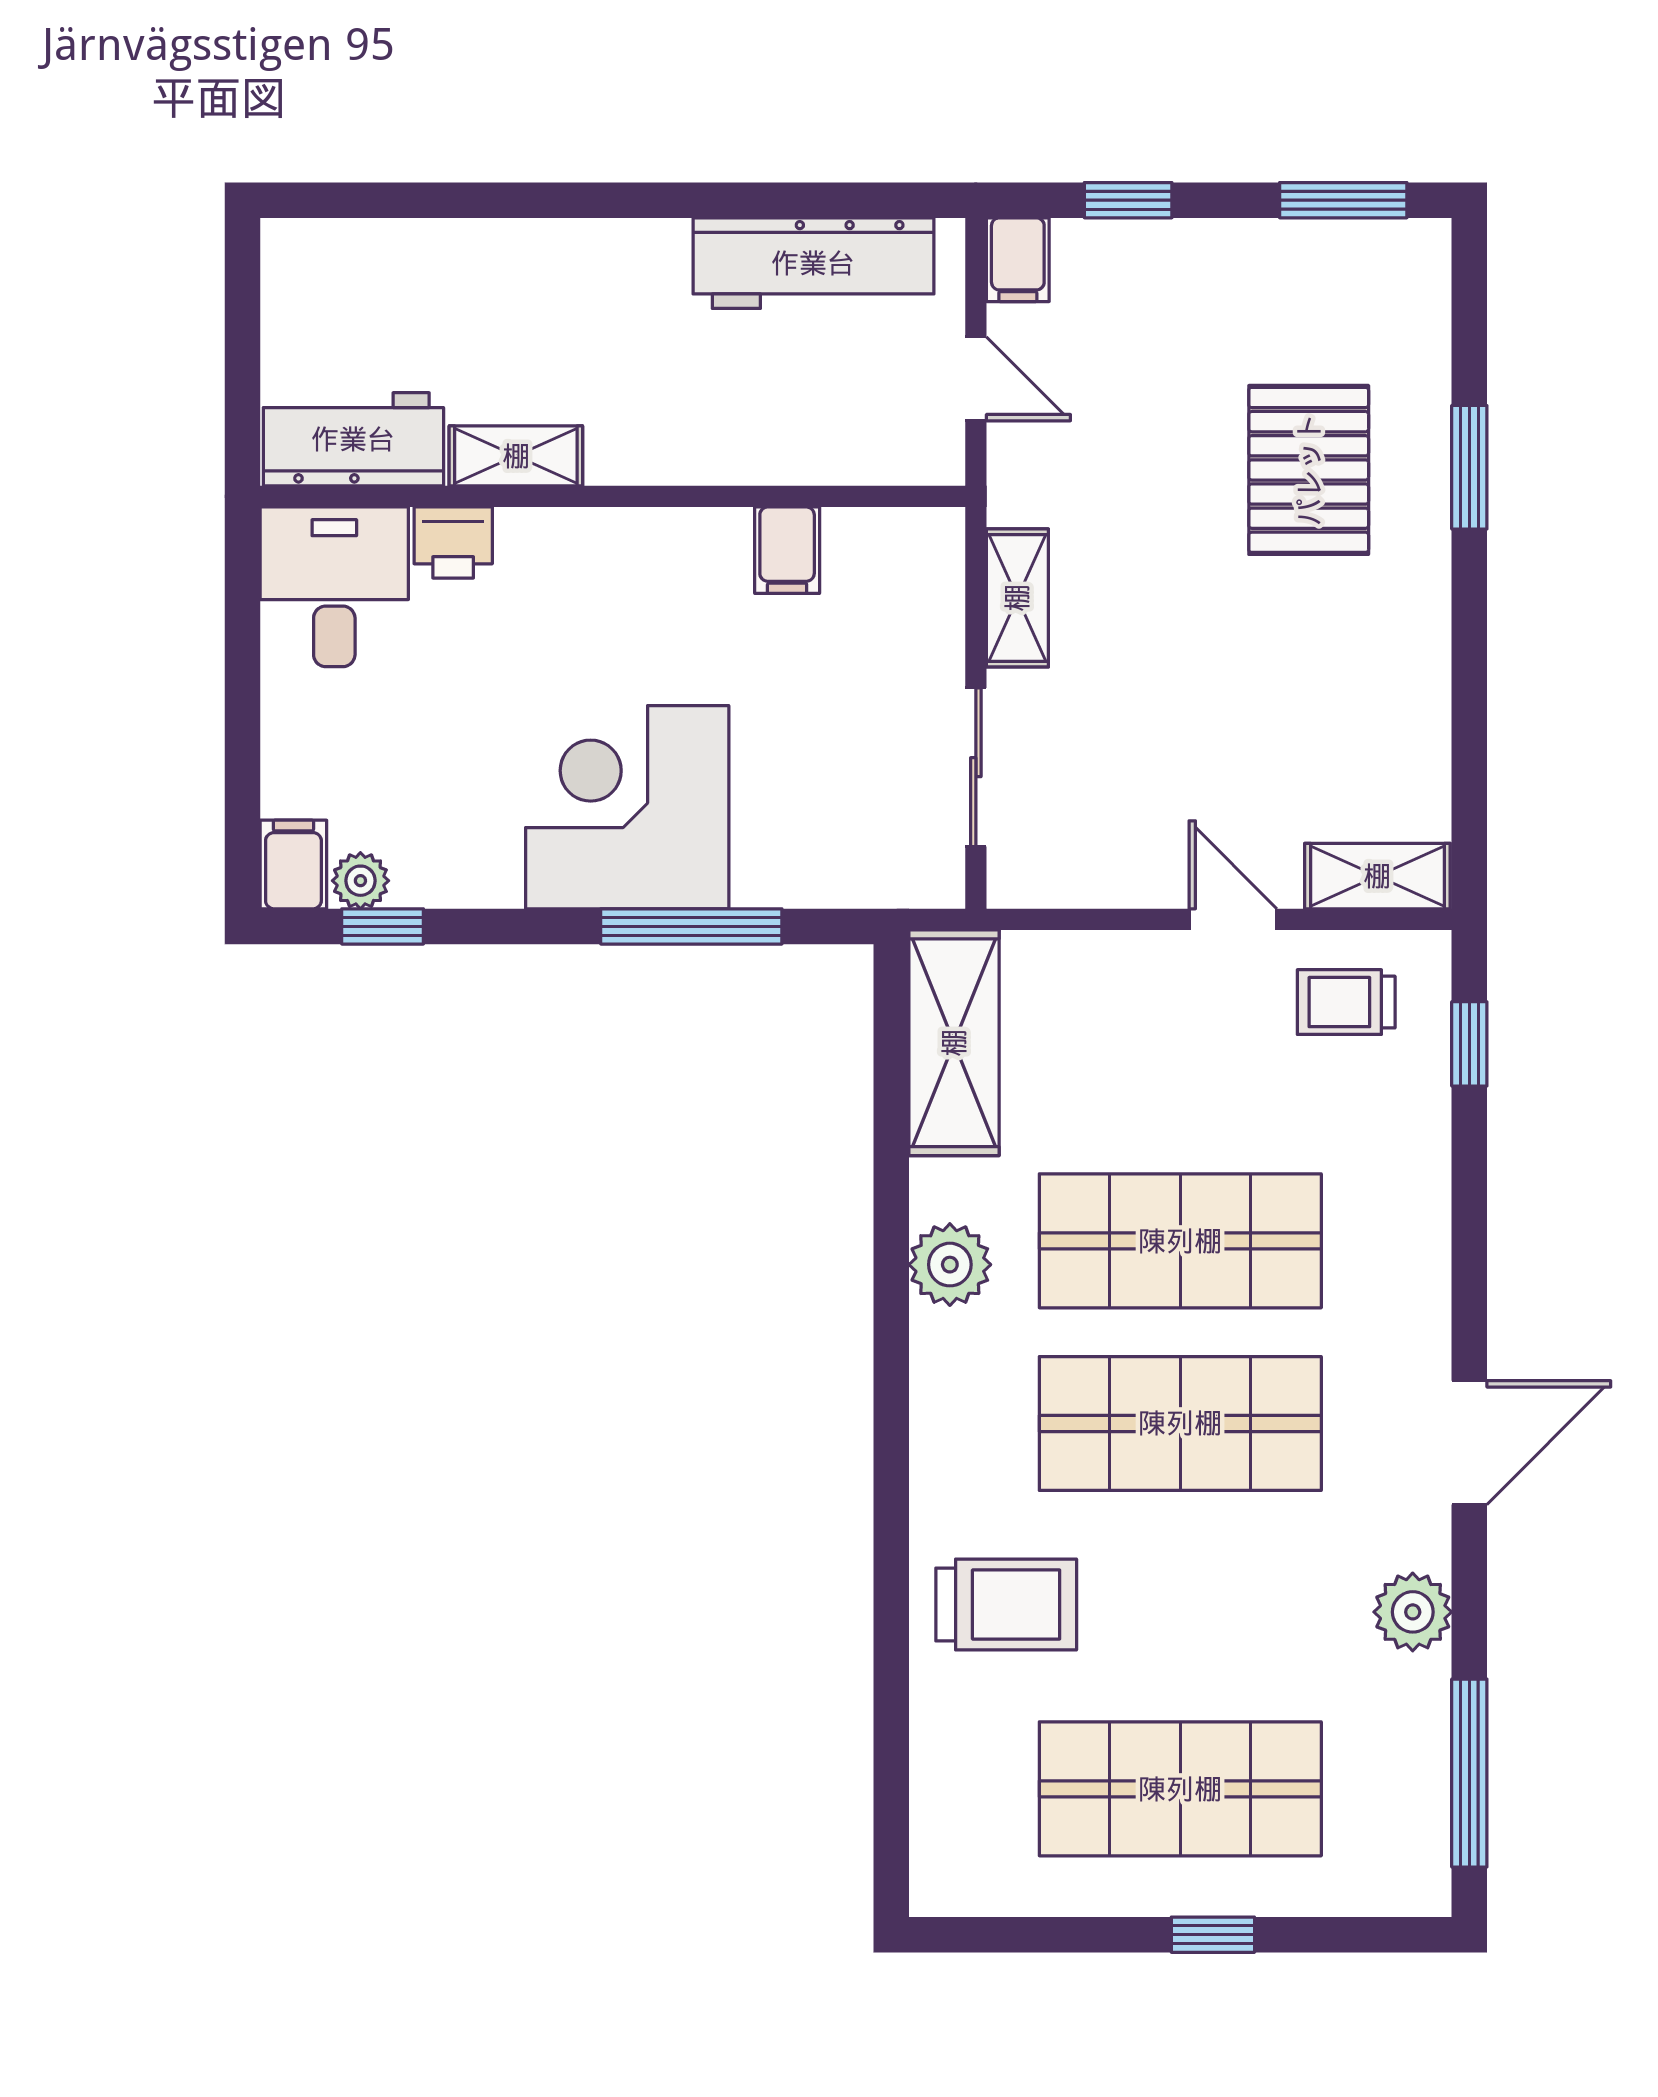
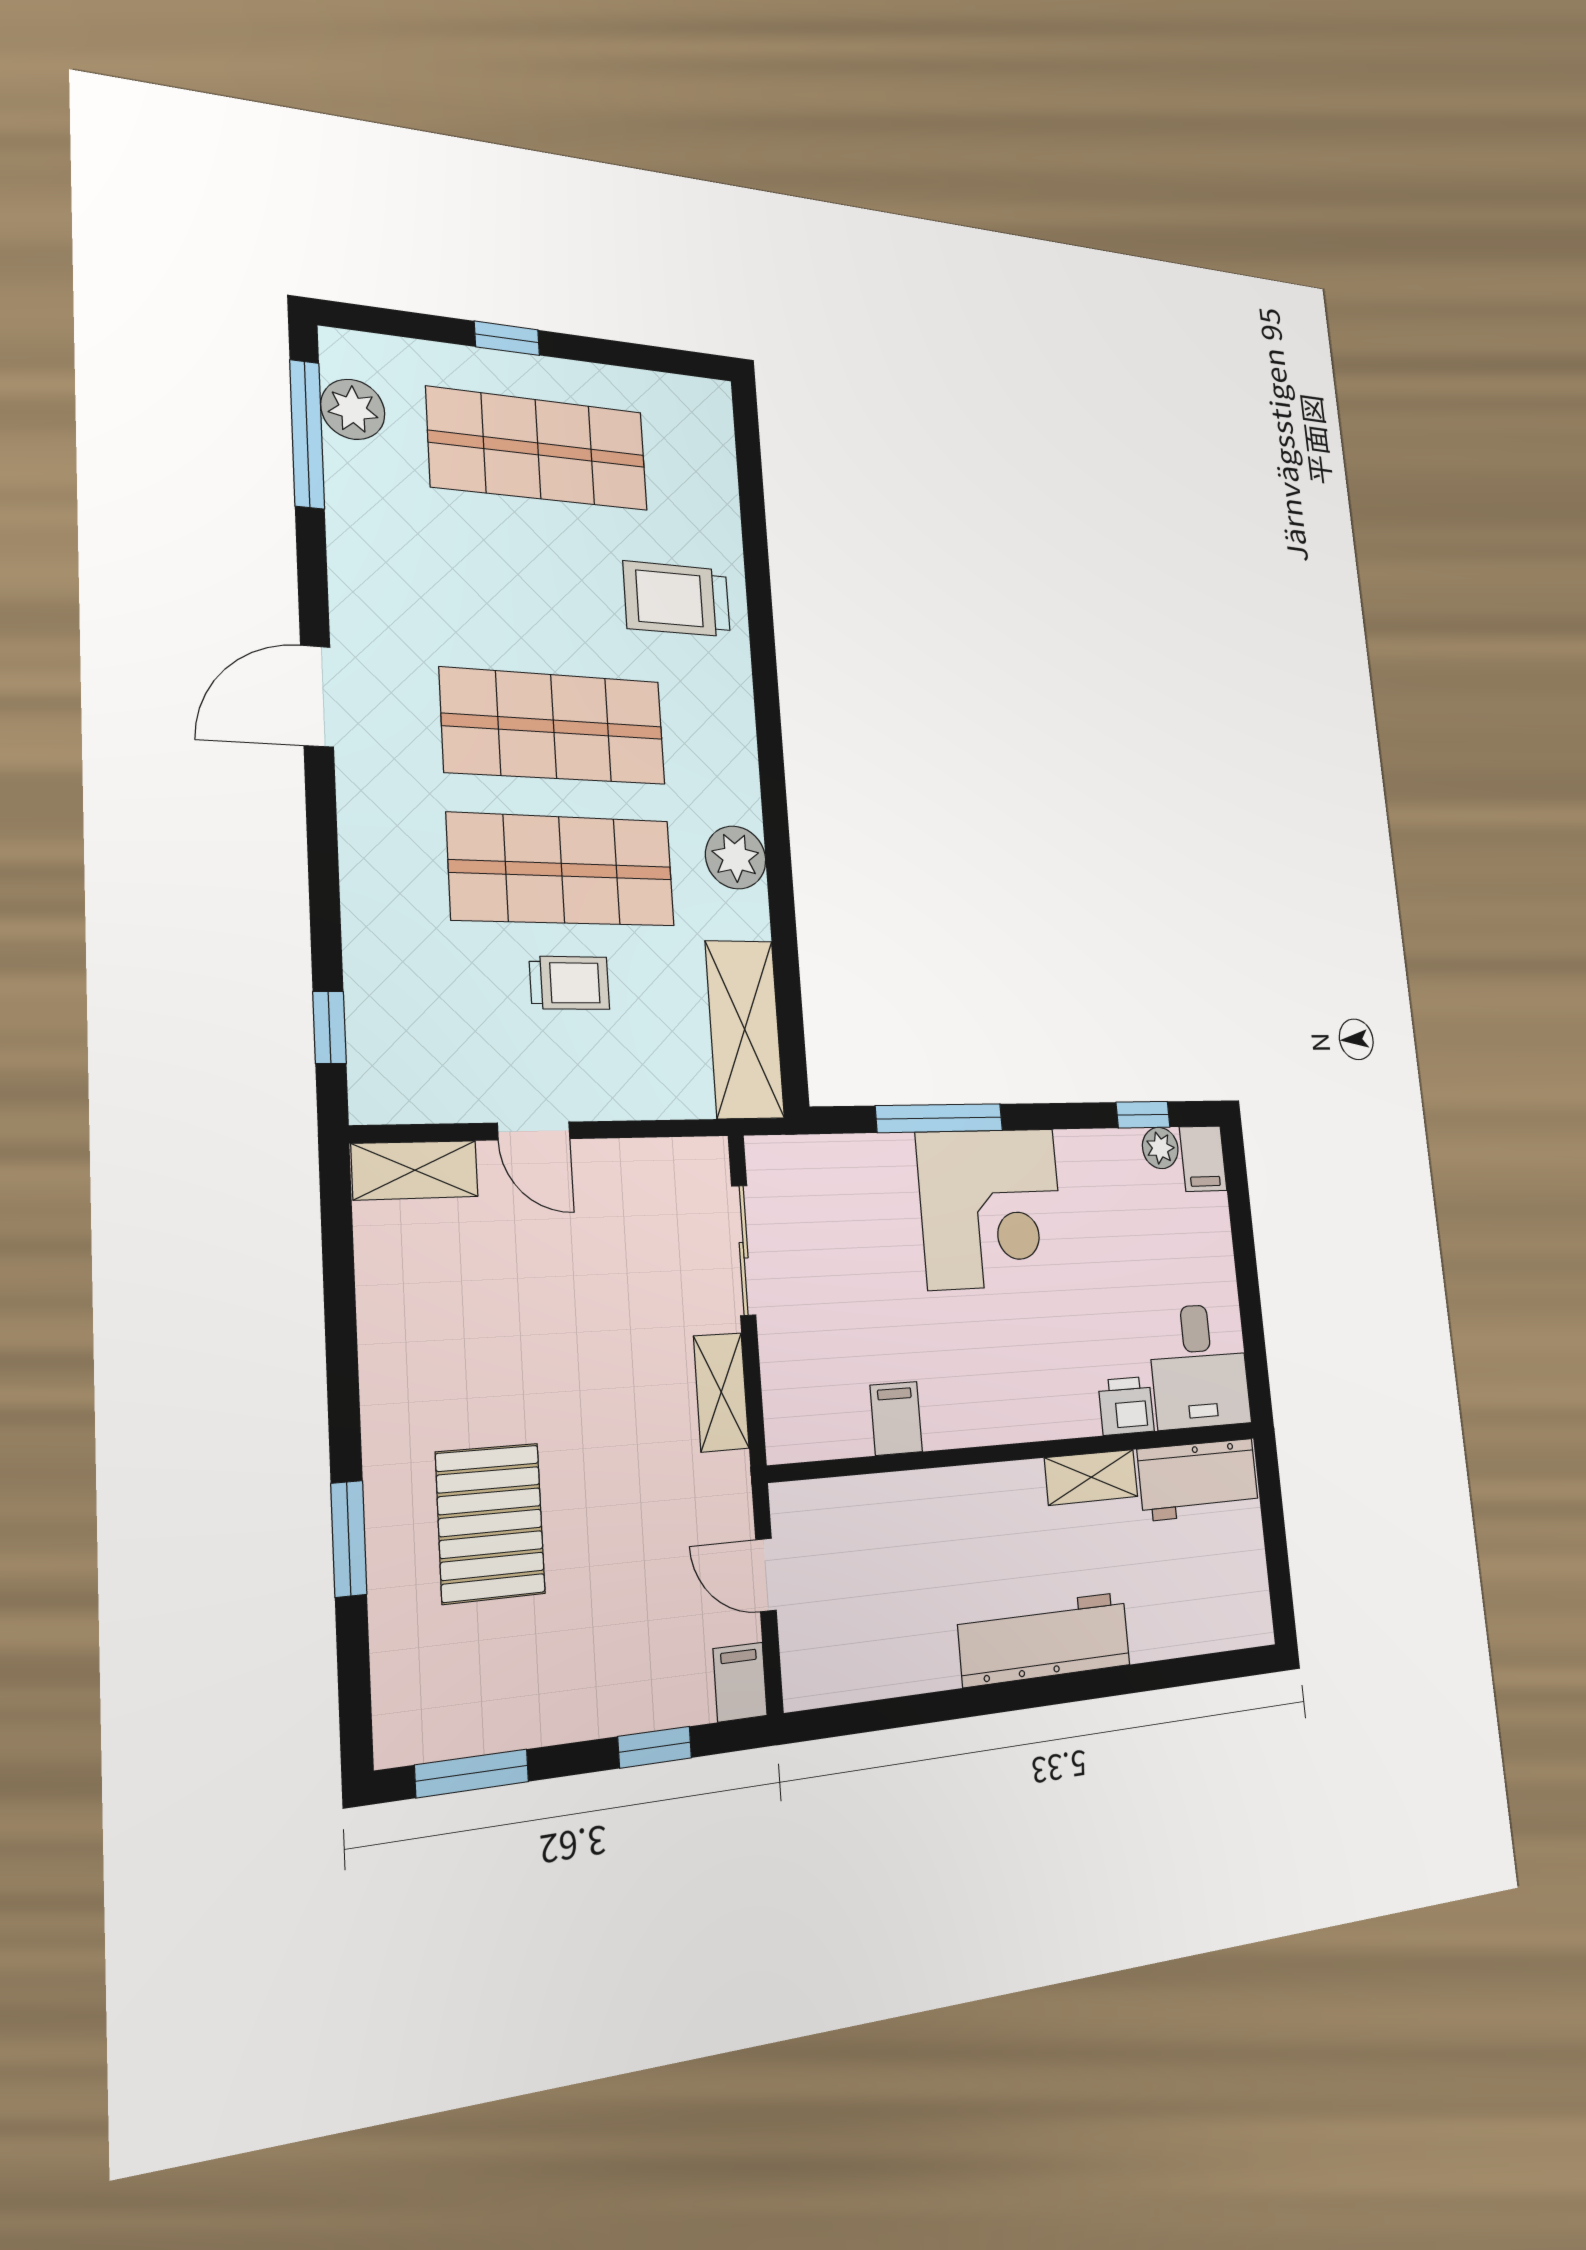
workbench: (813, 263) -> (1044, 1639), moved
trolley: (1346, 1002) -> (569, 983), moved
plant: (1413, 1612) -> (353, 409), moved

